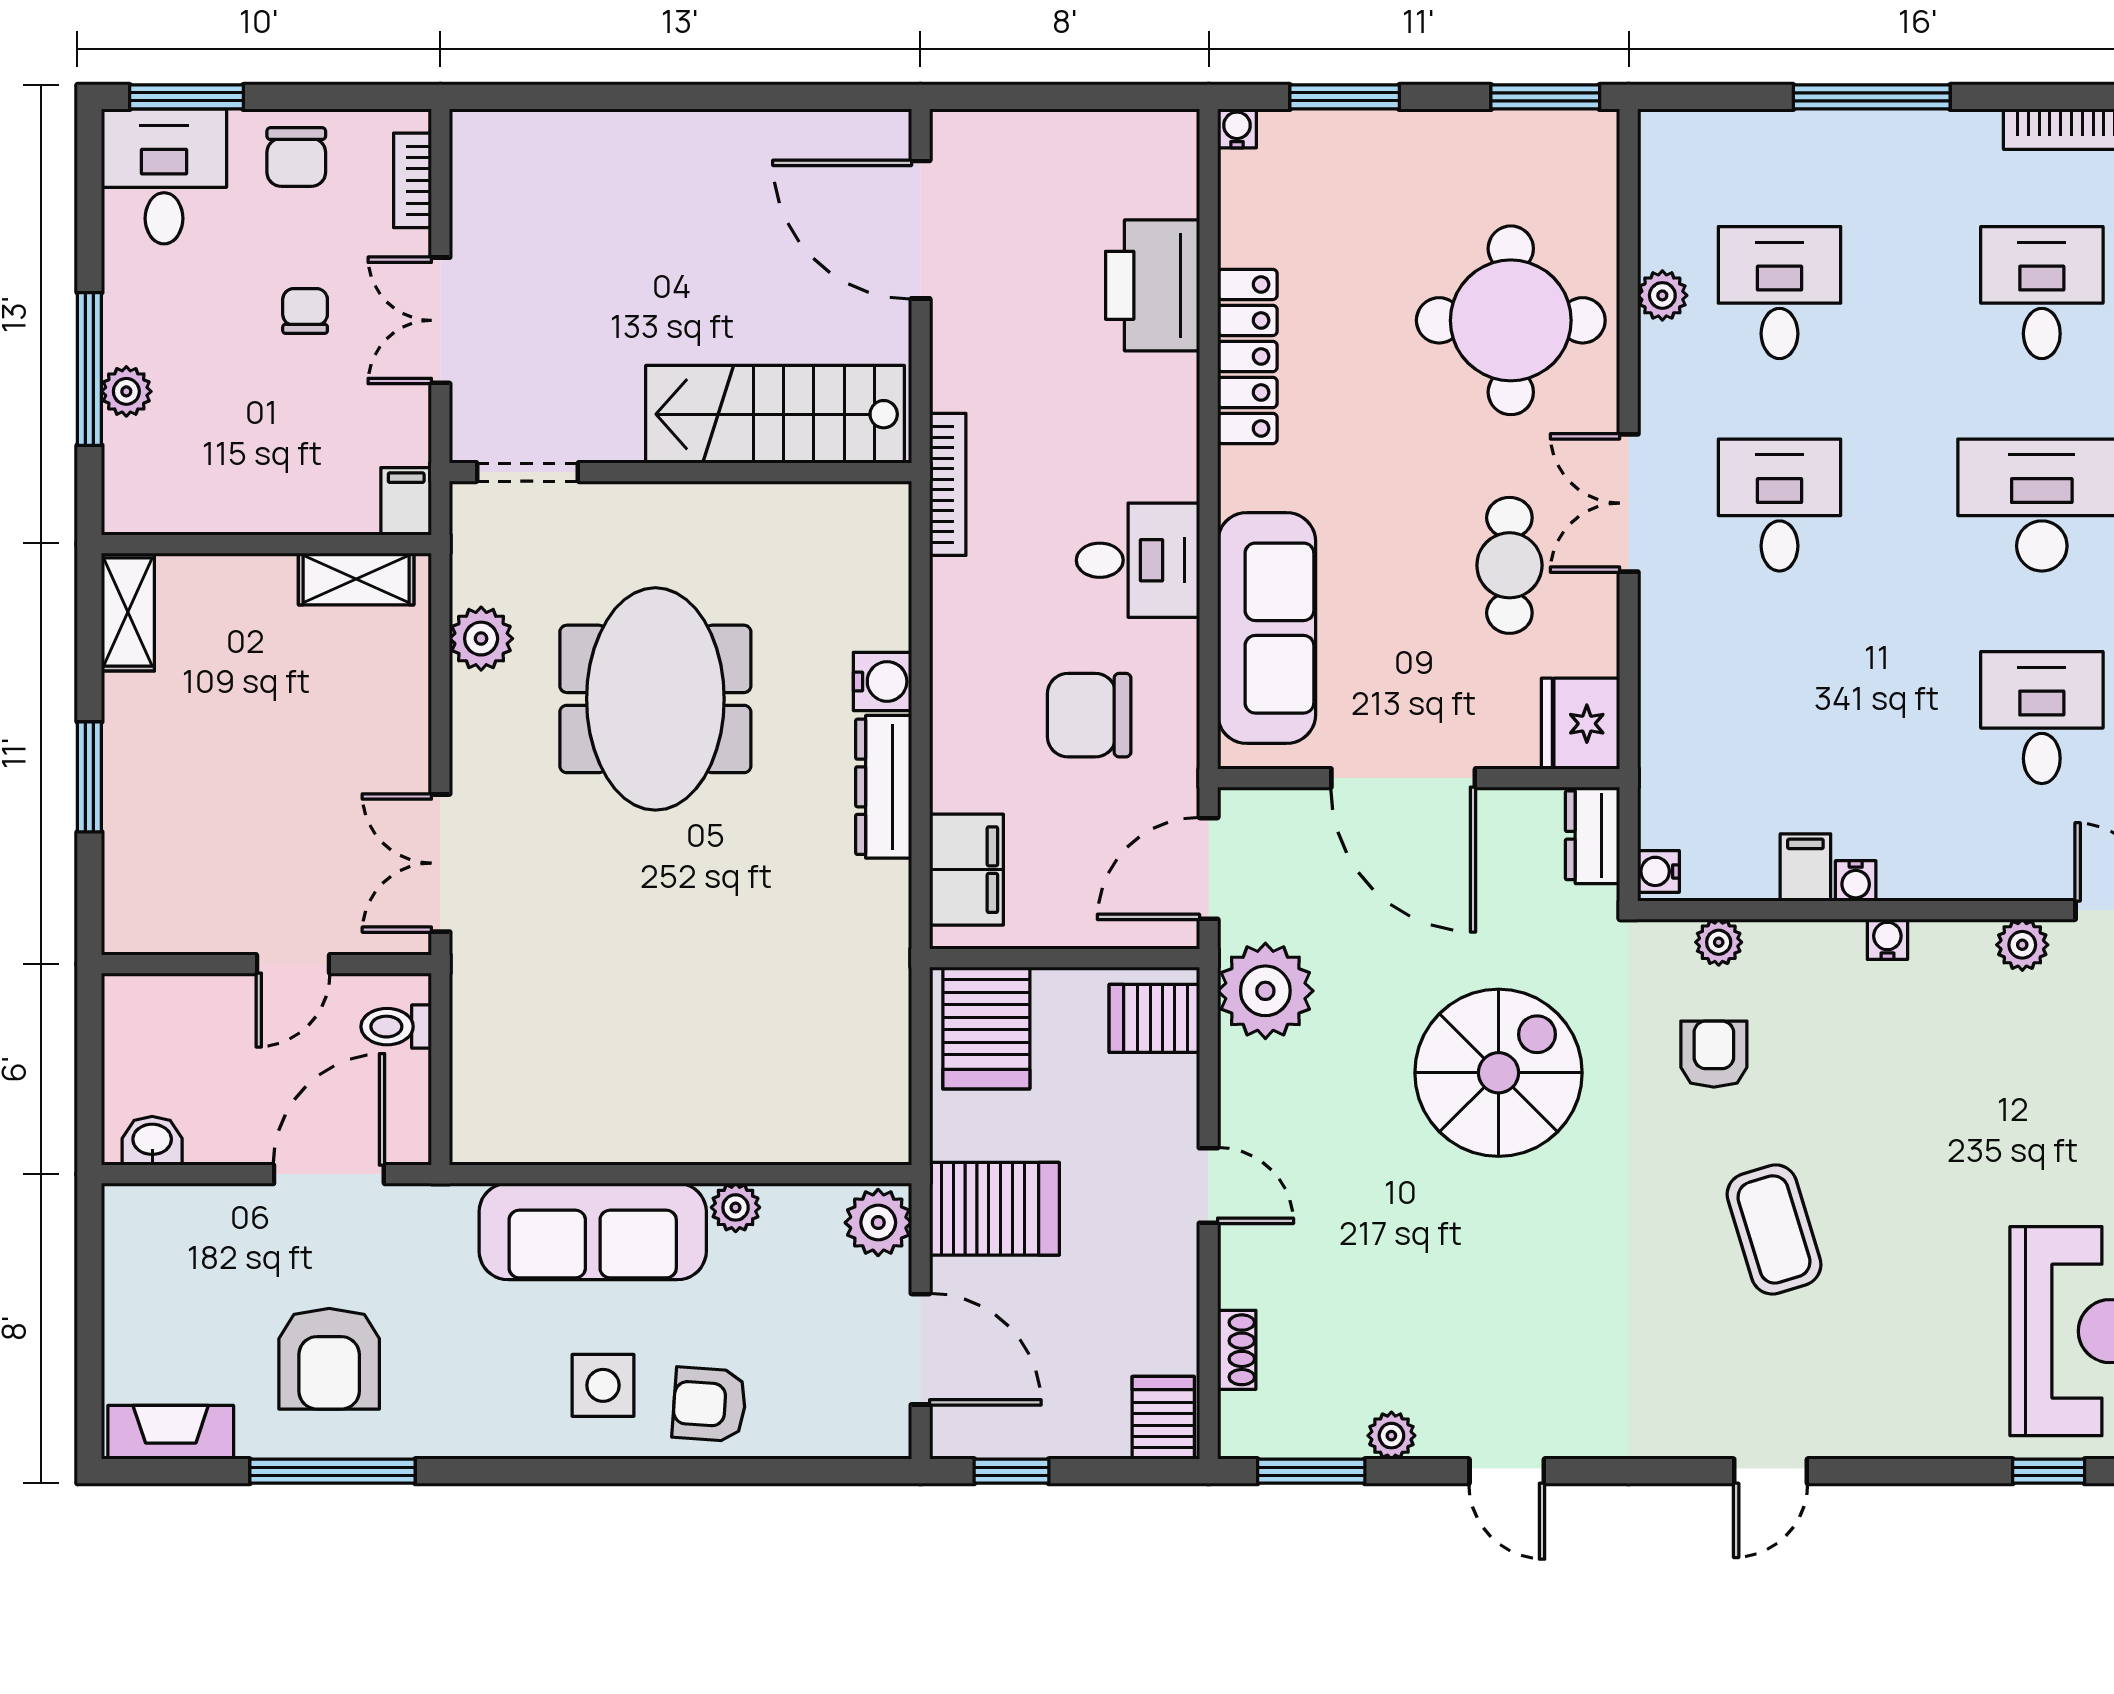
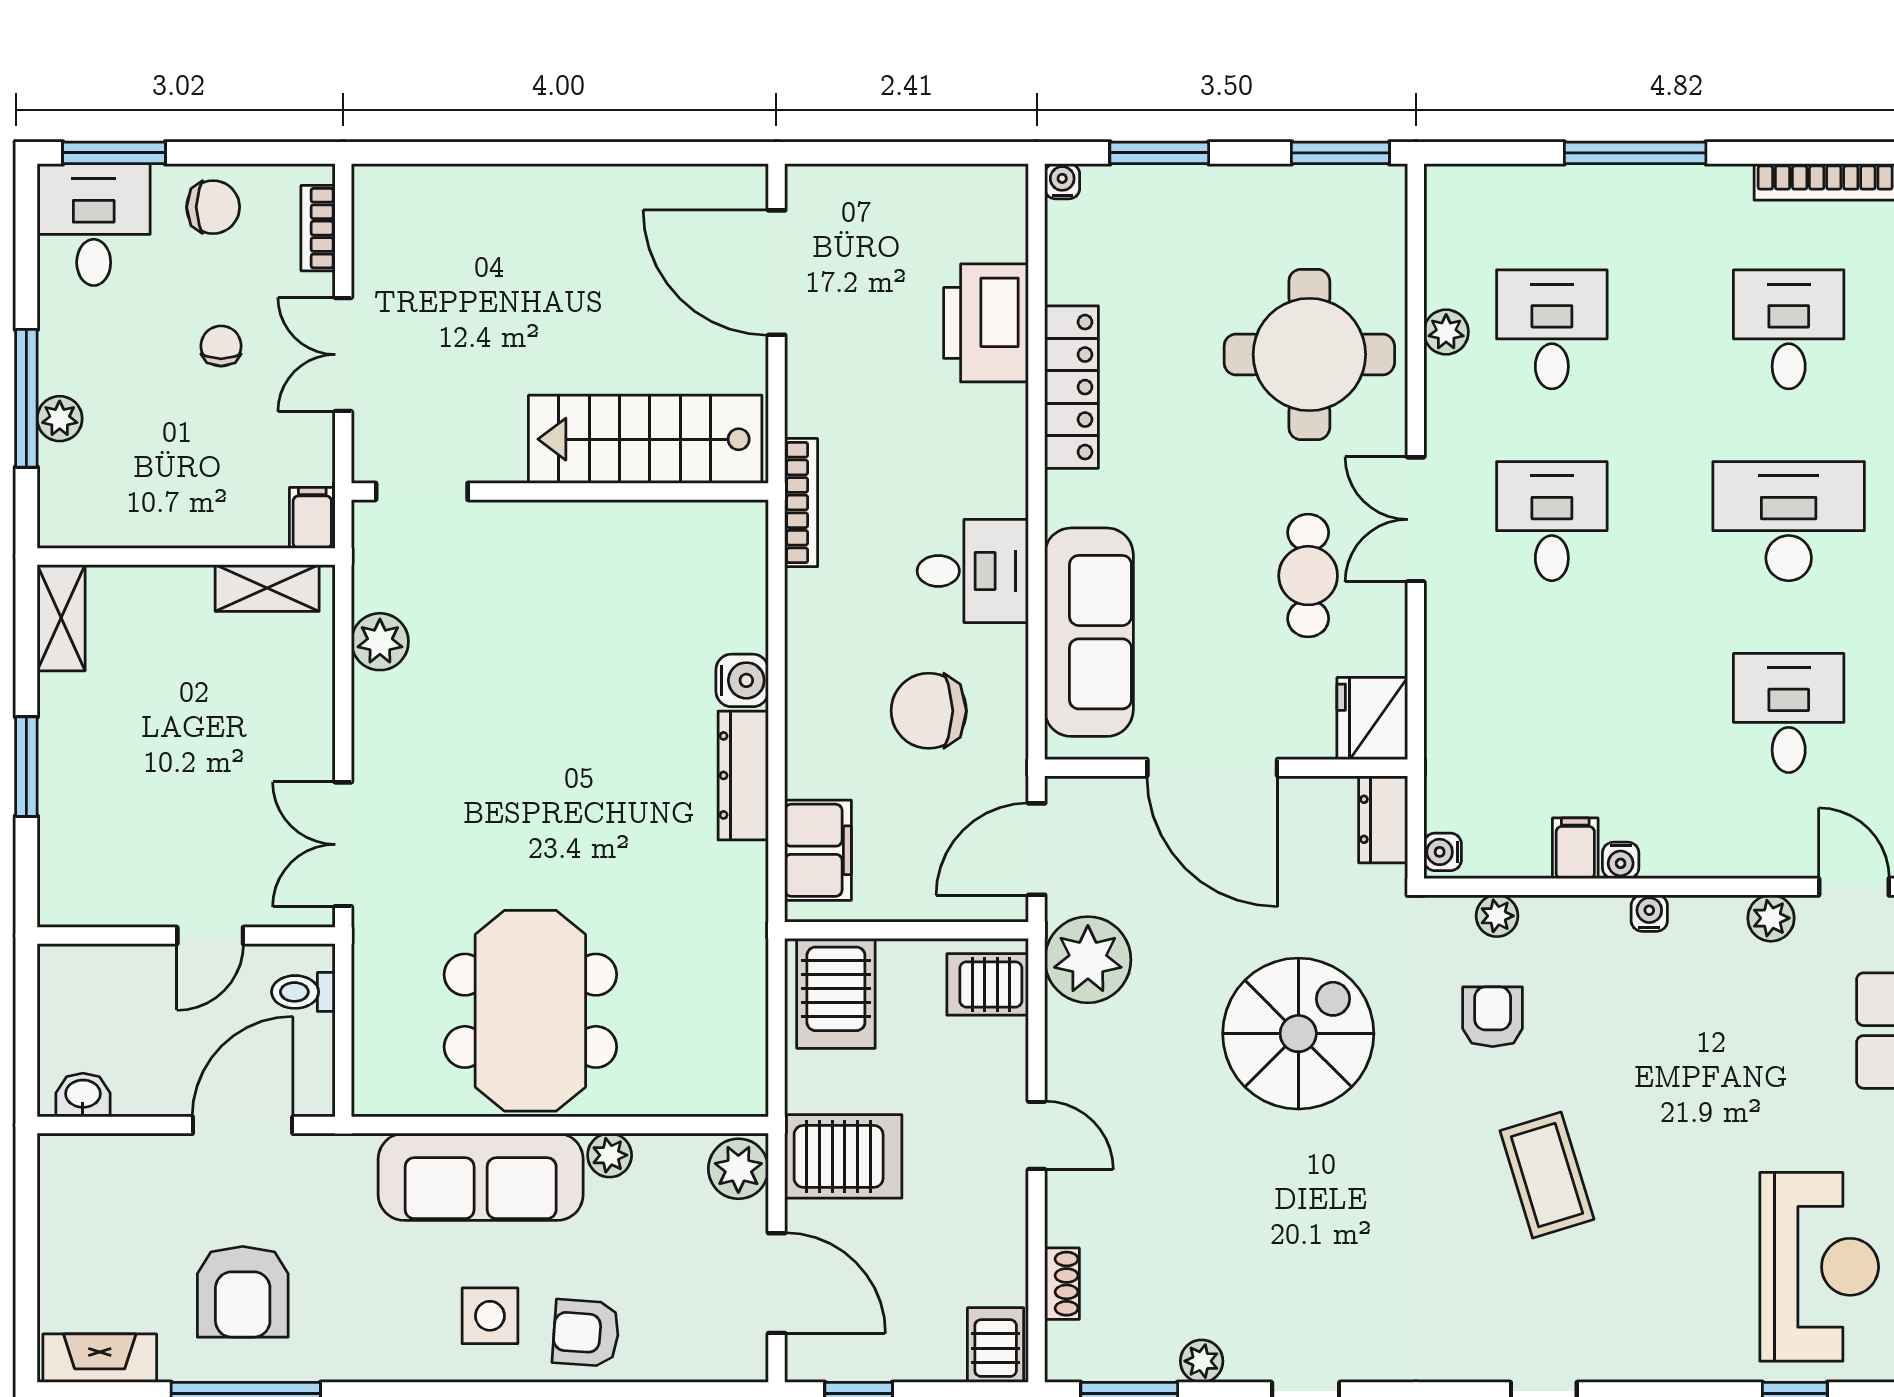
chair: (296, 157) -> (213, 207), turned -90
meeting table: (655, 699) -> (530, 1011), moved

